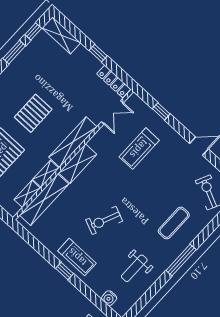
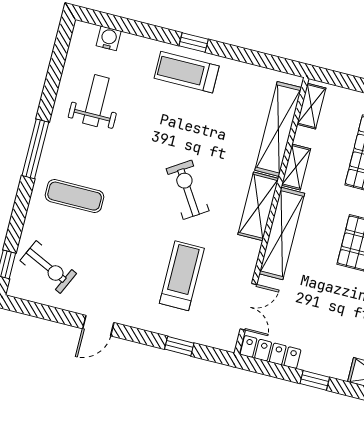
double door: (112, 112) -> (248, 307), swing flipped
shelving: (27, 194) -> (311, 106), moved
exercise bike: (104, 220) -> (188, 190), moved, turned -56
exercise mat: (174, 223) -> (75, 196), turned 90

